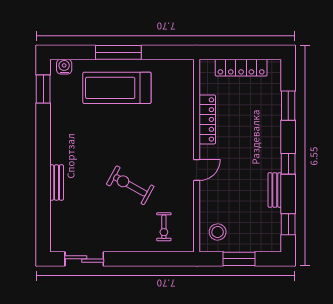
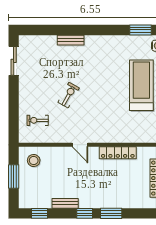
window: (288, 106) -> (111, 213), moved
exercise bike: (130, 185) -> (69, 95), width x0.73, depth x0.72

